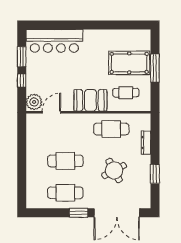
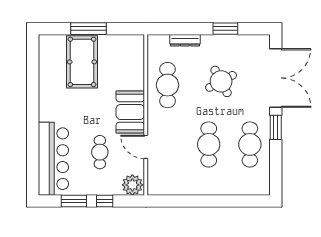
cafe table: (126, 93) -> (100, 152), moved
door: (51, 112) -> (146, 147), moved

